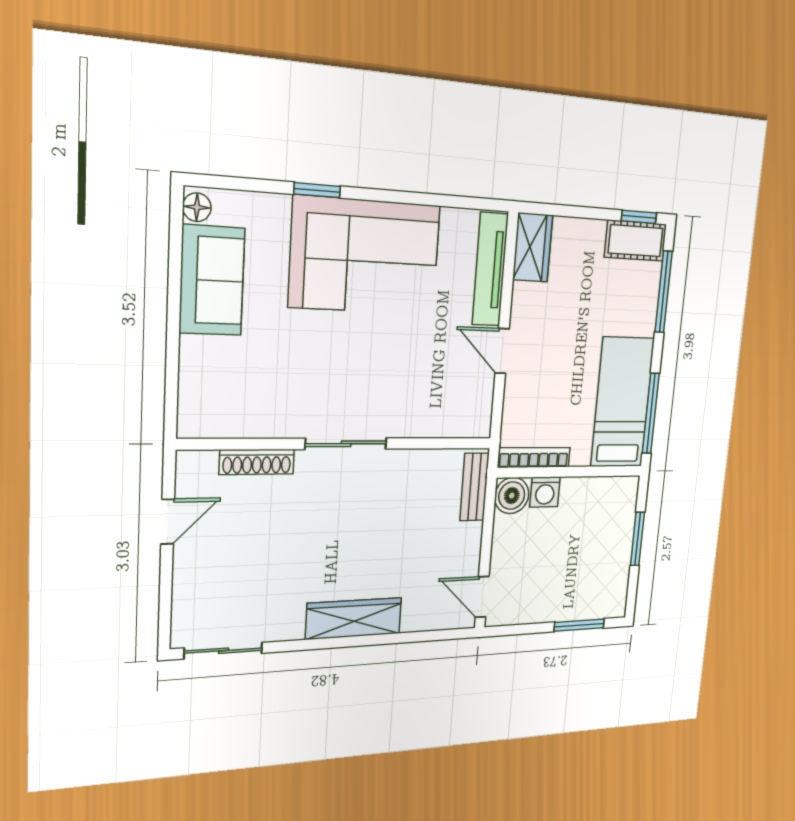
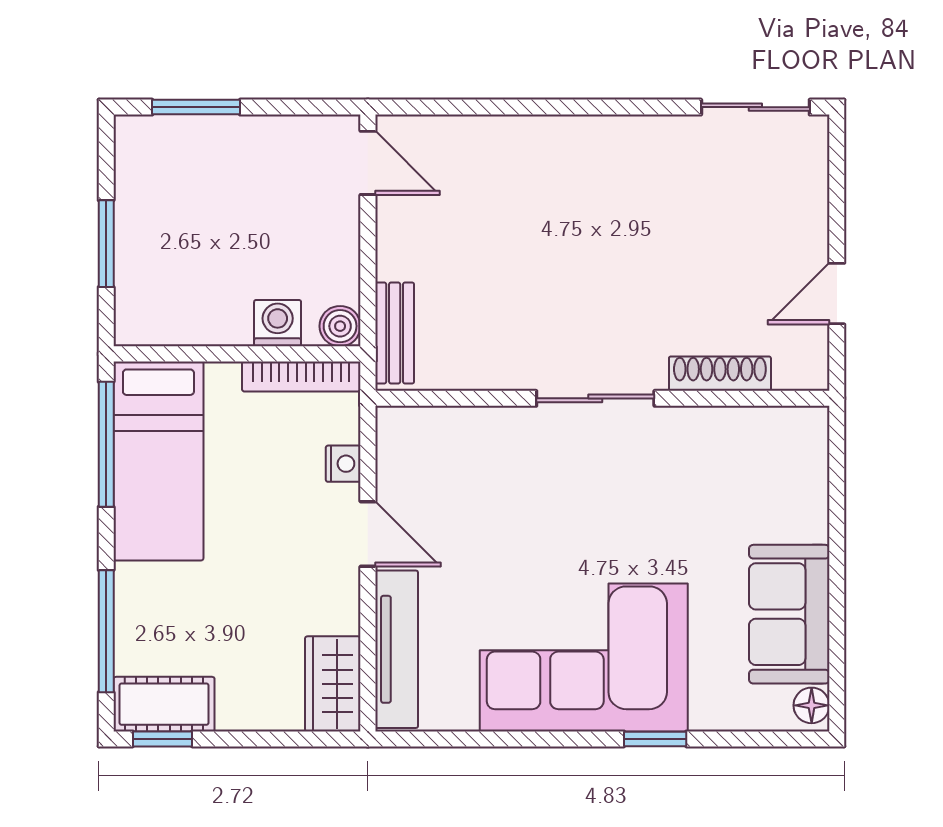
nightstand: (513, 399) -> (343, 464), added
boiler: (512, 496) -> (340, 326), width x0.73, depth x0.73
wardrobe: (354, 618) -> (569, 142), removed

